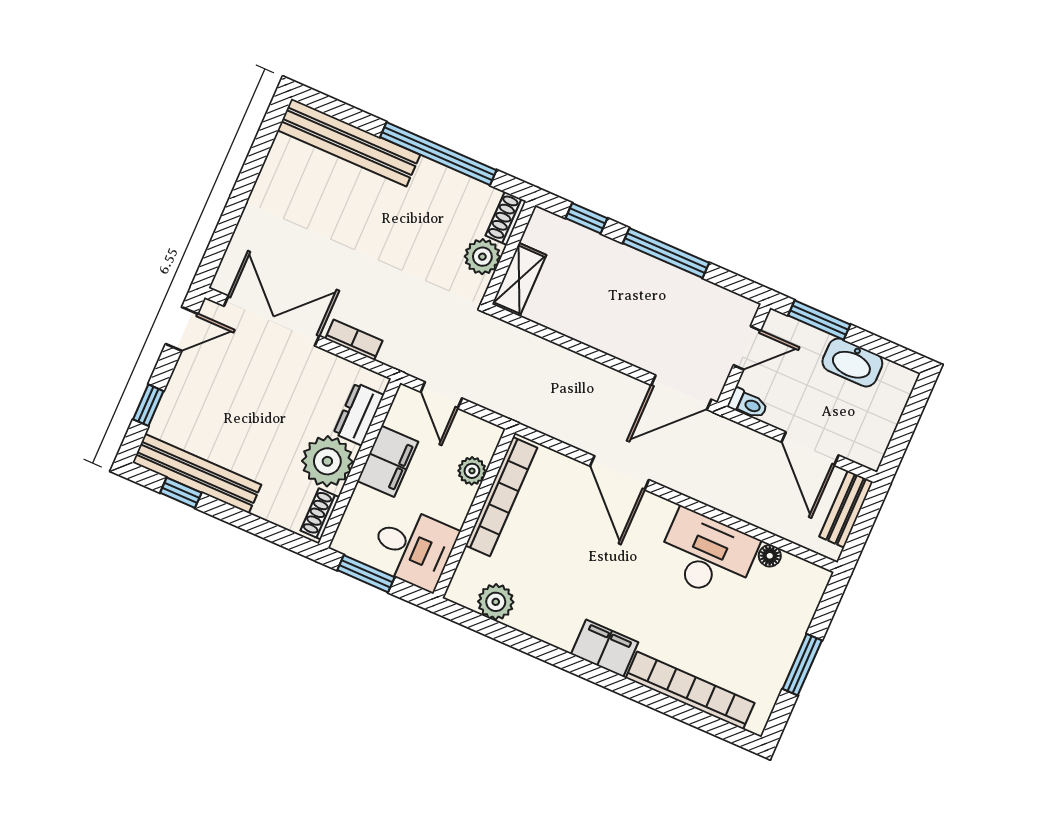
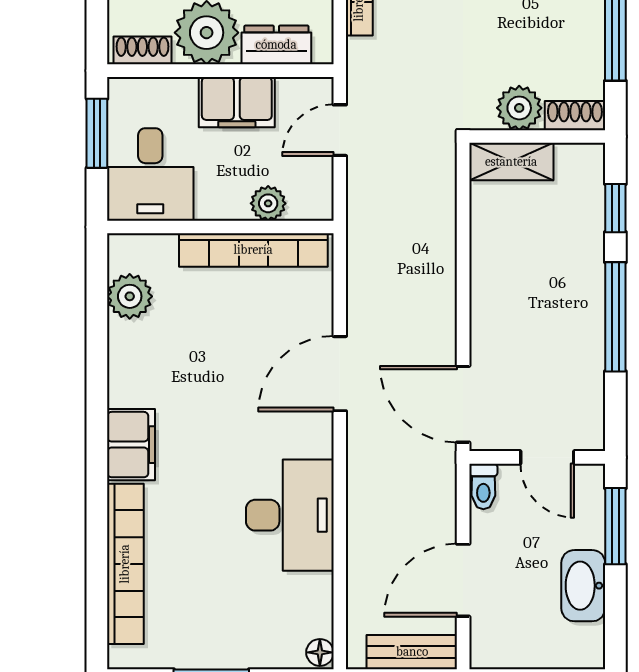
floor lamp: (770, 556) -> (320, 652), moved

